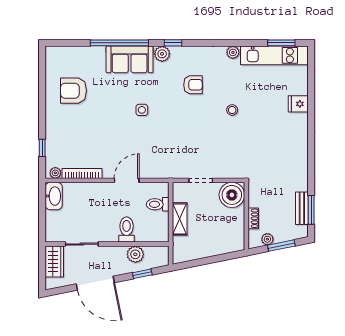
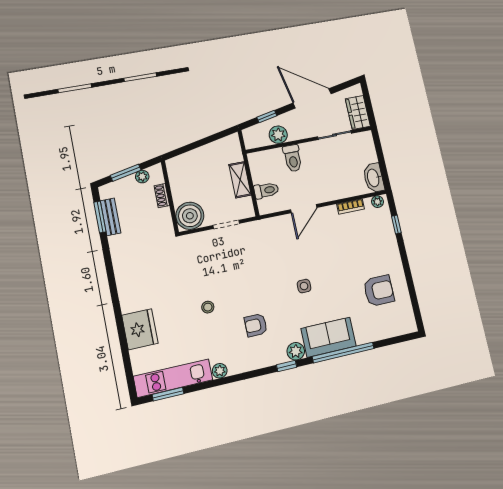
fridge: (298, 104) -> (140, 329), width x1.88, depth x1.34
bookcase: (82, 174) -> (351, 206), width x0.64

